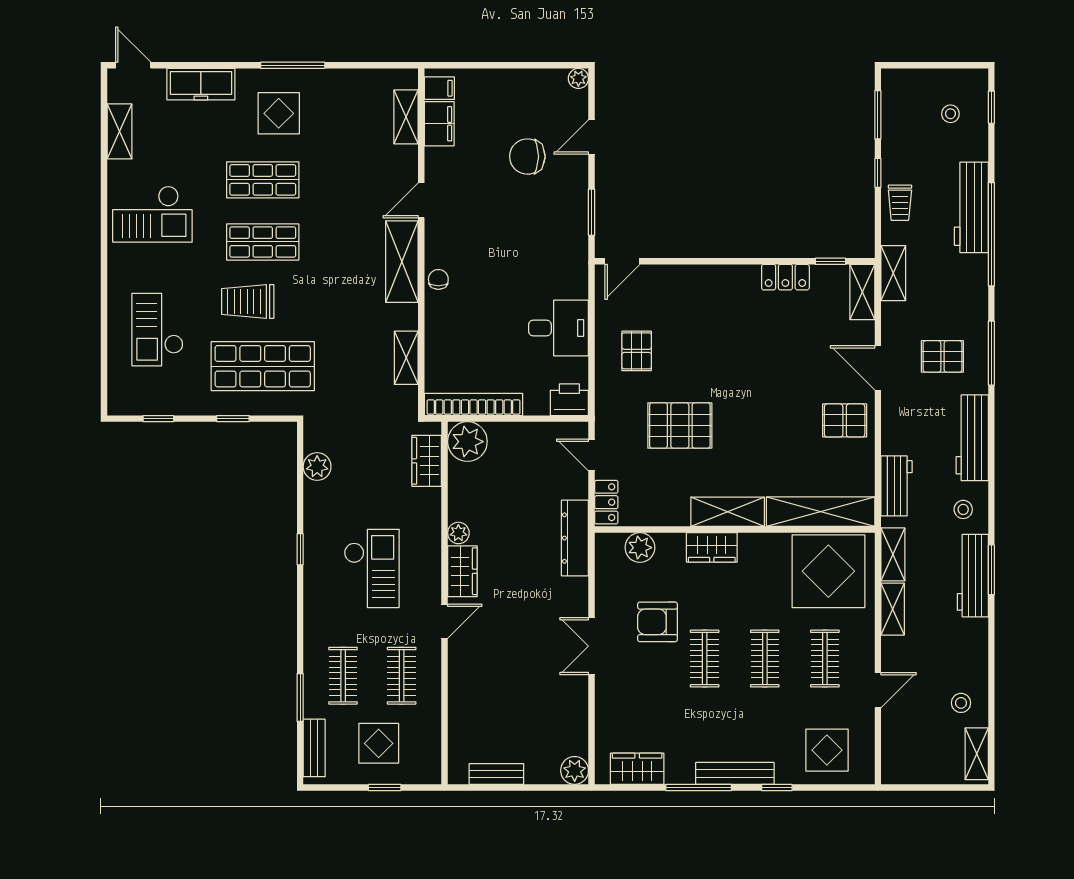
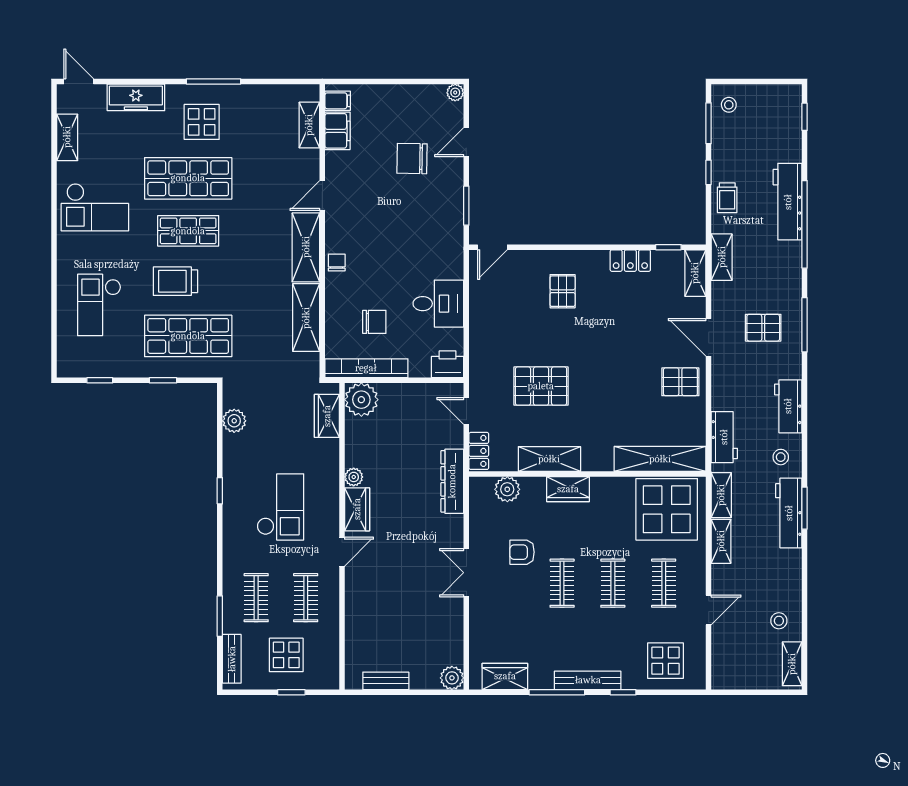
stool: (950, 114) -> (729, 105), moved
shop shelf: (263, 180) -> (188, 178), width x1.43, depth x1.36
chair: (483, 350) -> (374, 322), added
pallet: (637, 351) -> (563, 291), moved
shelving: (406, 358) -> (306, 318), width x1.50, depth x1.33
workbench: (972, 438) -> (788, 406), width x0.73
shelving: (728, 512) -> (549, 459), moved
armchair: (657, 622) -> (522, 552), width x0.72, depth x0.72

